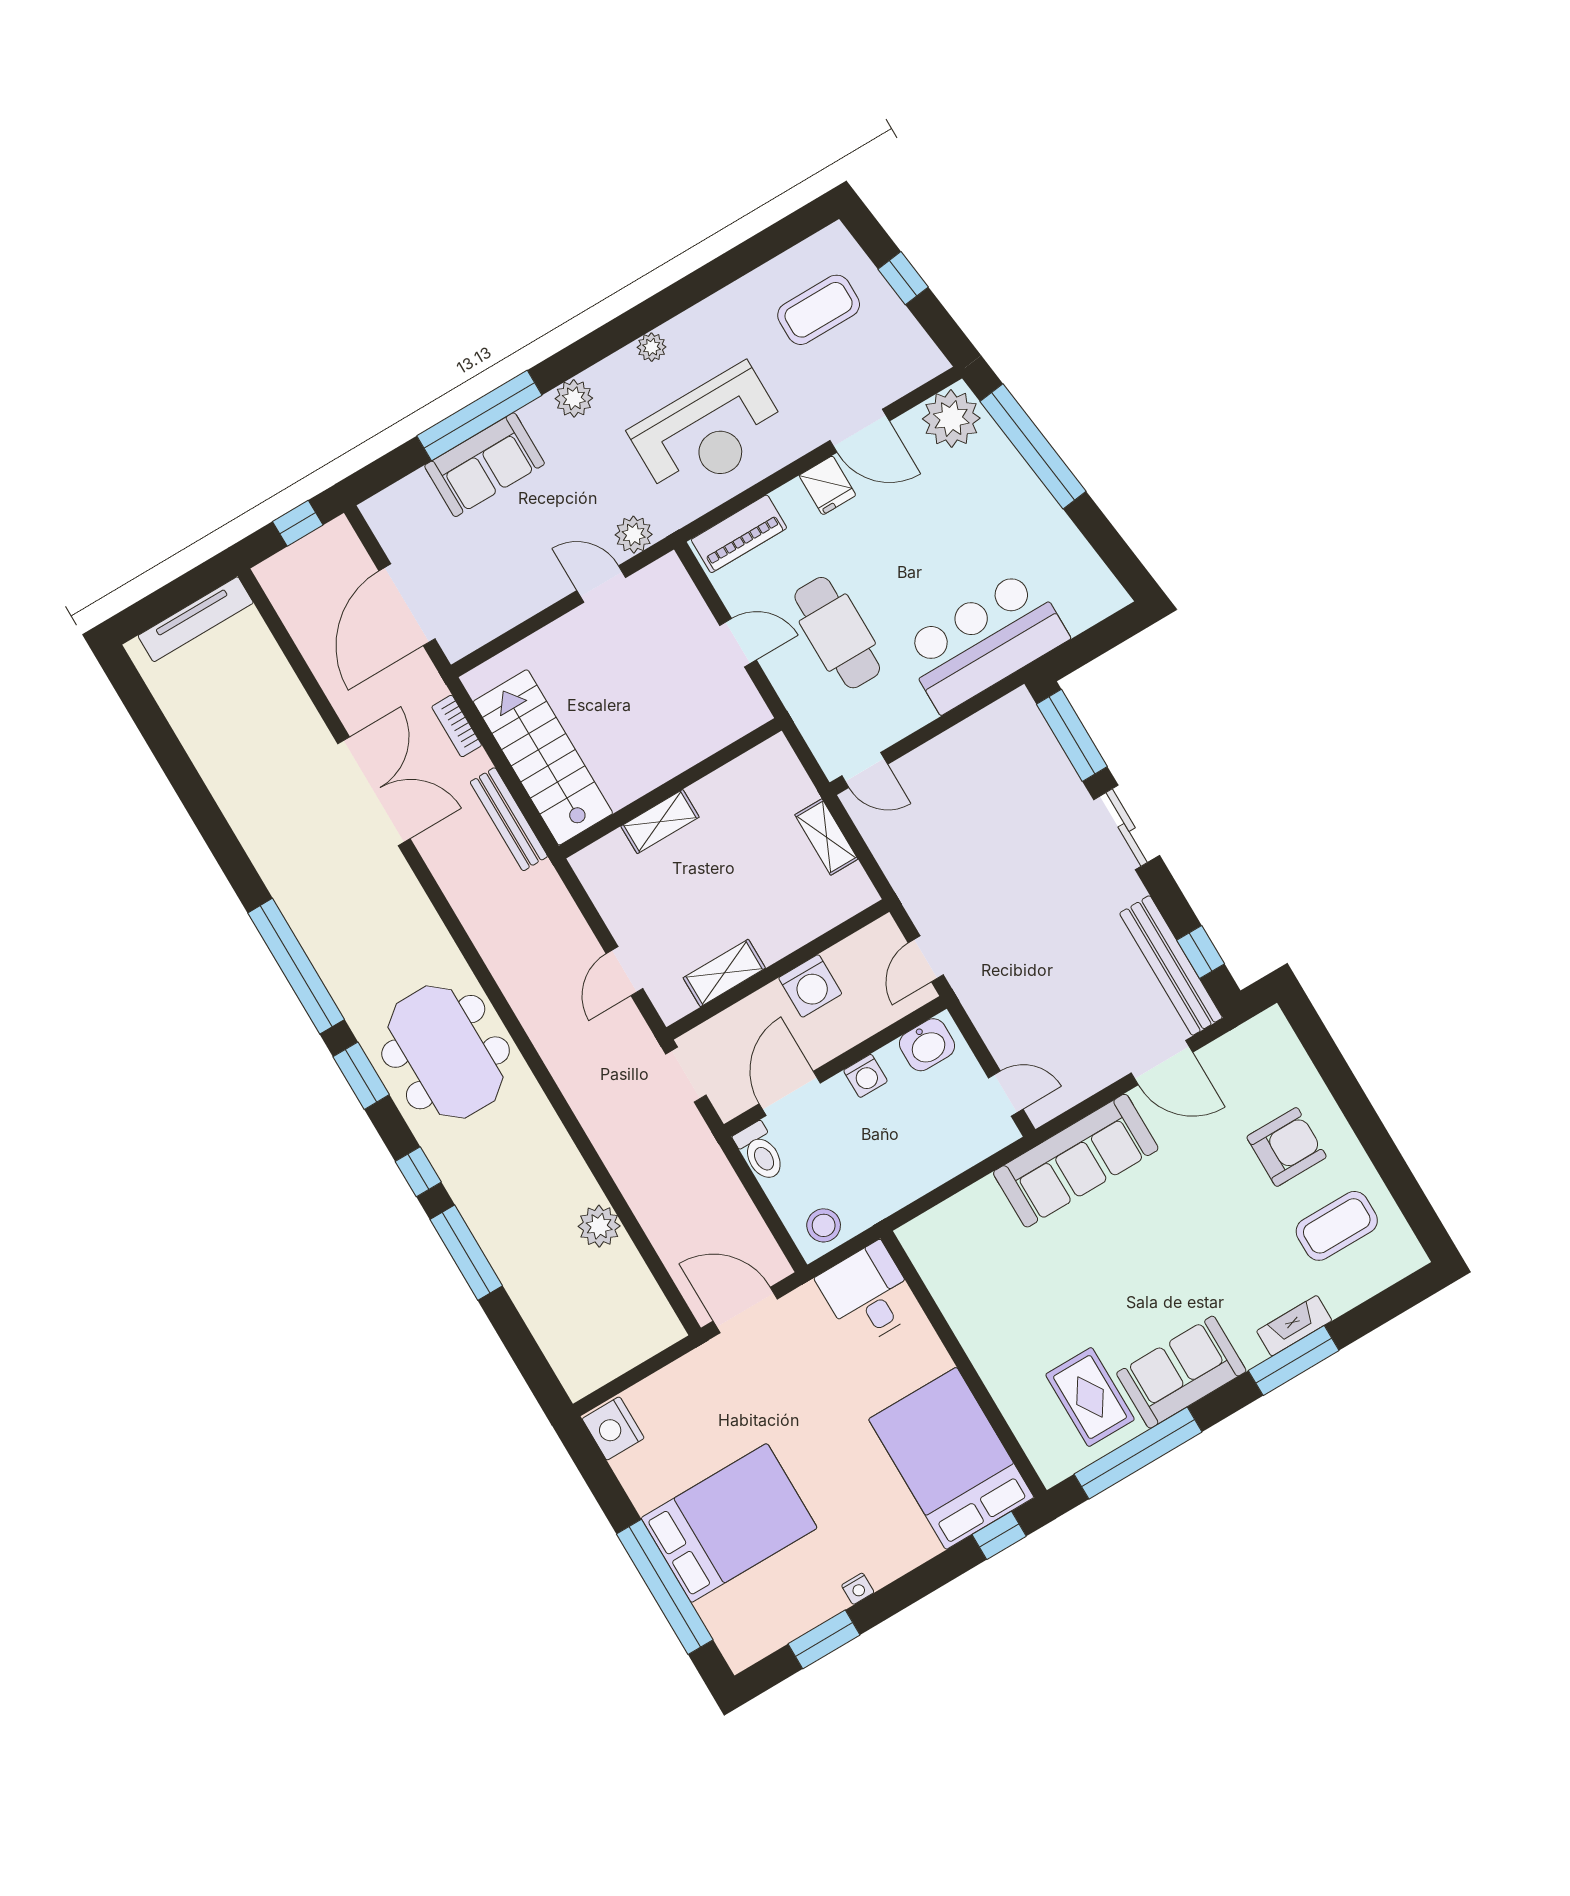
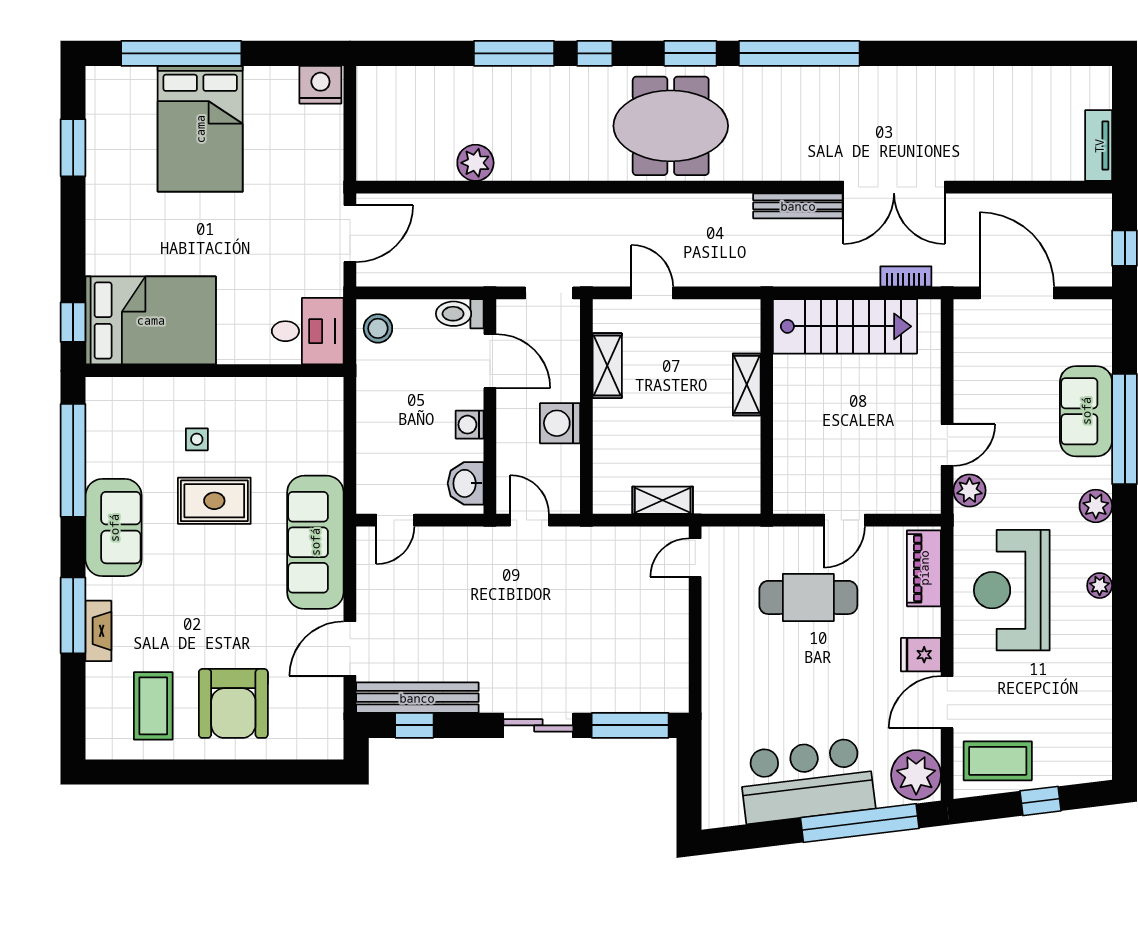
coffee table: (819, 310) -> (998, 761), moved, turned 90
tv unit: (196, 619) -> (1099, 146), width x0.71
bar counter: (985, 641) -> (807, 780), moved, turned -97
bench: (509, 819) -> (798, 206), moved
armchair: (1287, 1147) -> (233, 703), width x1.36, depth x1.36
side table: (1043, 1341) -> (197, 439), added
rug: (1090, 1397) -> (214, 501), moved
nightstand: (858, 1589) -> (96, 195), removed

